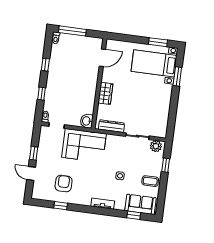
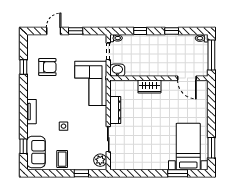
door: (102, 58) -> (187, 78), moved
wall: (99, 84) -> (159, 78), moved
wardrobe: (105, 93) -> (149, 86), moved
washbasin: (87, 121) -> (117, 70), moved

